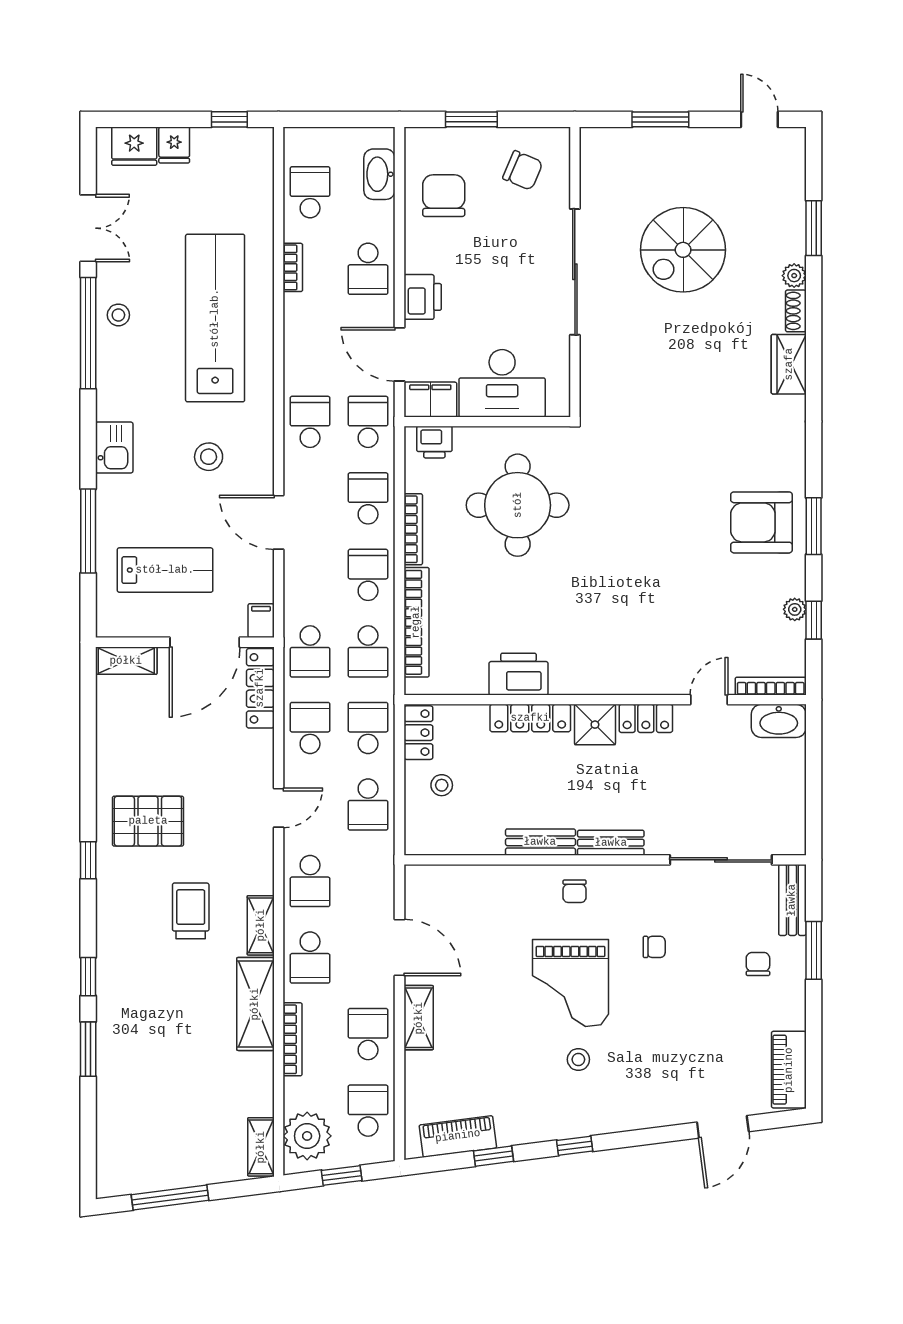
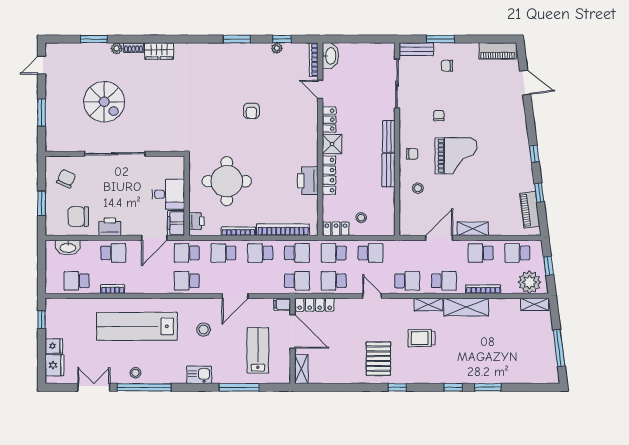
printer: (423, 297) -> (110, 227), moved
desk: (502, 383) -> (168, 194), width x0.73
armchair: (761, 522) -> (251, 111), moved, width x0.53, depth x0.53
stool: (578, 1059) -> (418, 188), moved

